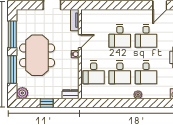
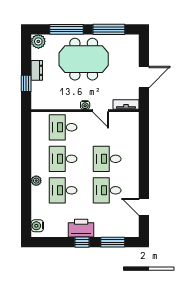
dresser: (71, 94) -> (37, 70), moved
window: (47, 103) -> (26, 83), moved

